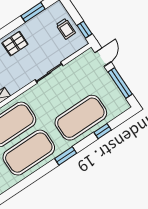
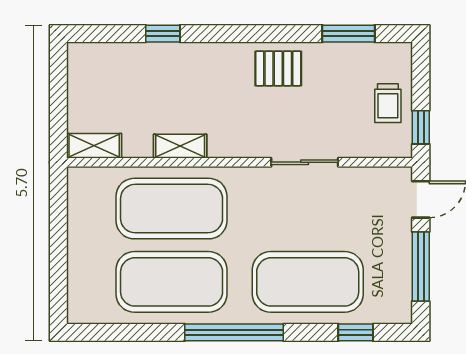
window: (103, 131) -> (356, 332), moved
window: (66, 156) -> (234, 332), width x2.11

